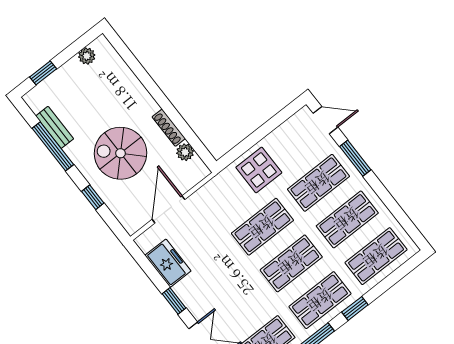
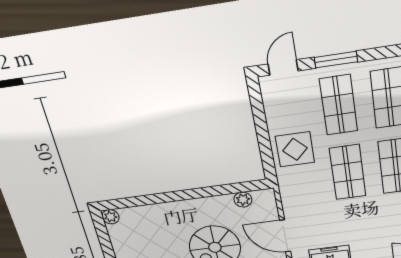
plant: (87, 56) -> (111, 217), moved
shoe rack: (169, 128) -> (214, 201), removed

